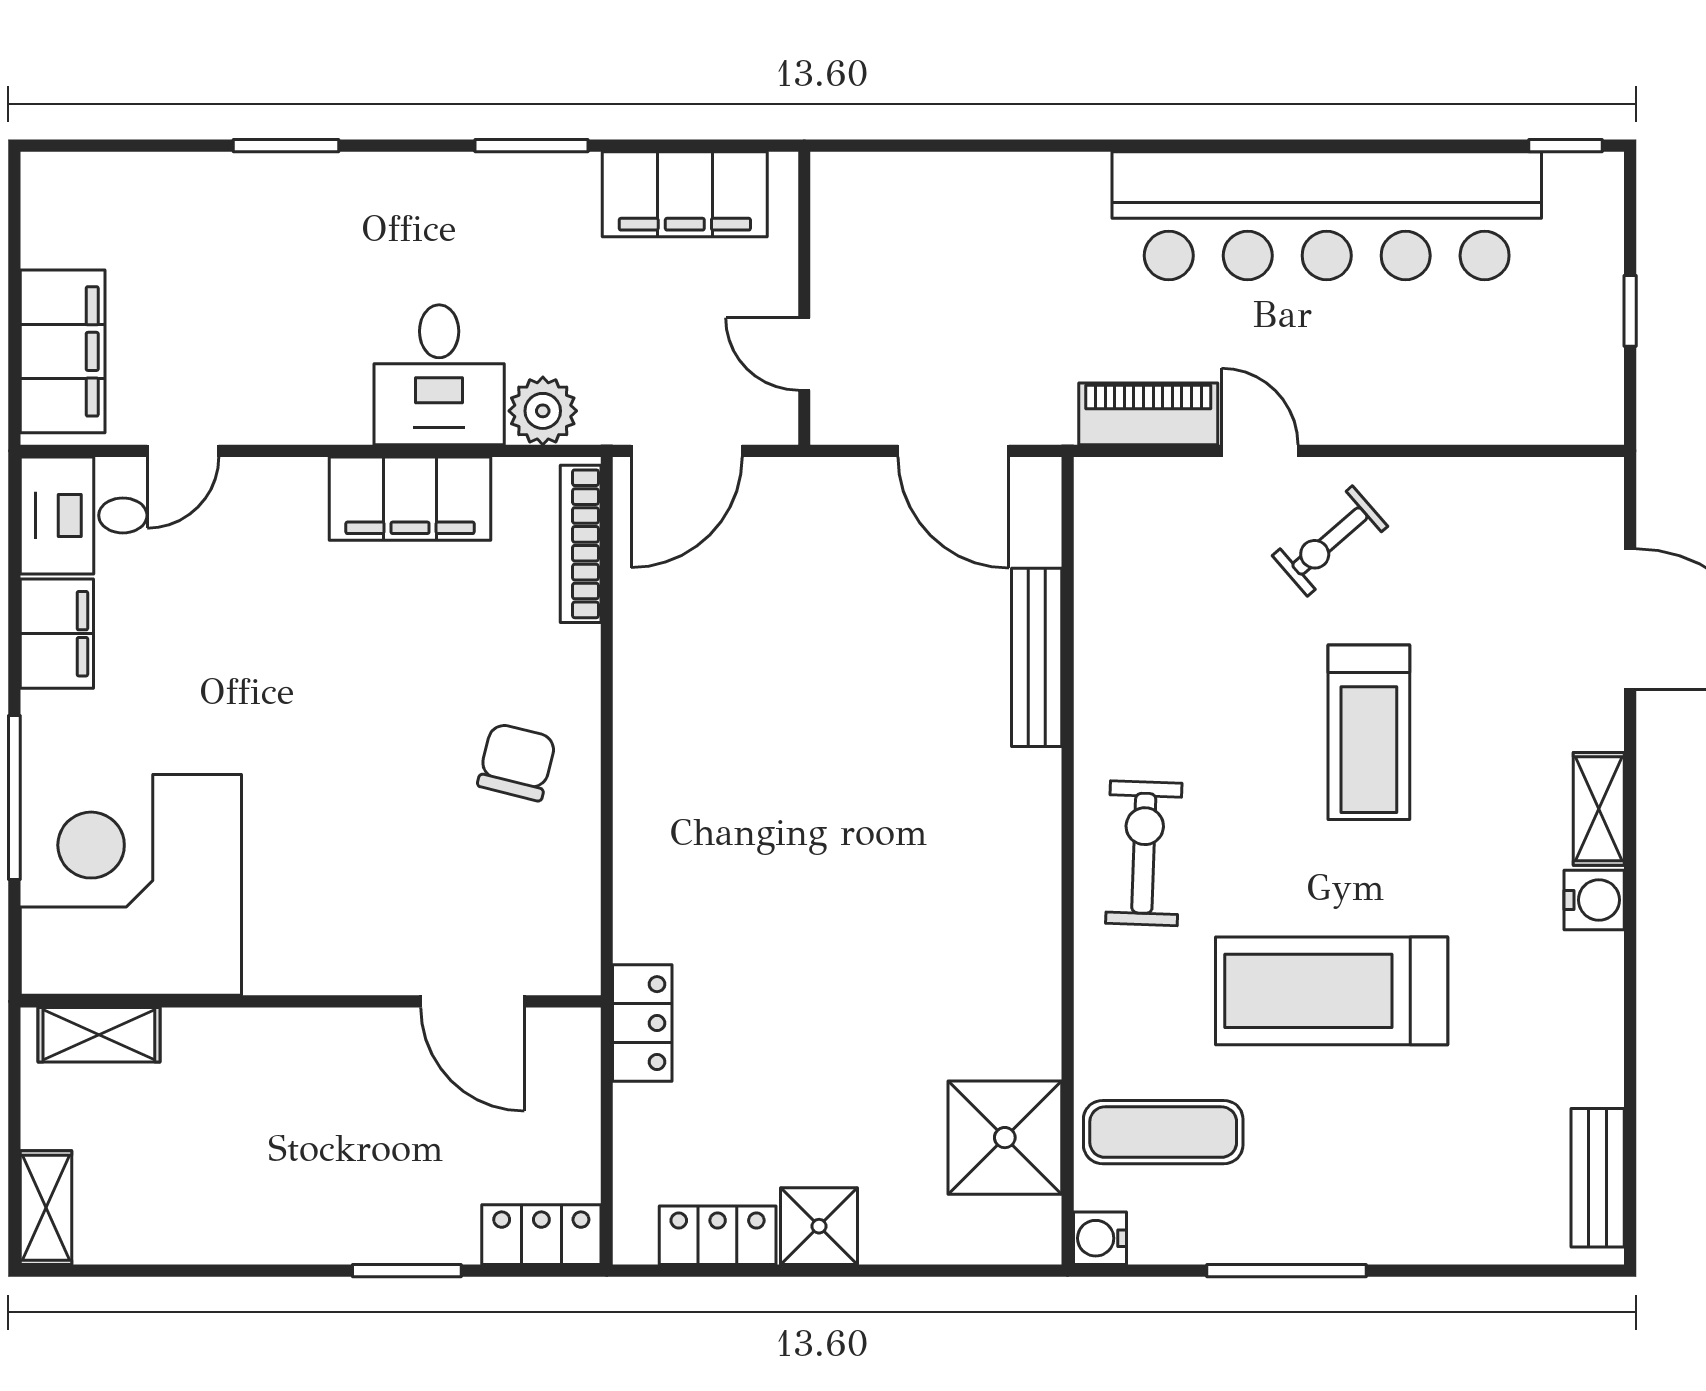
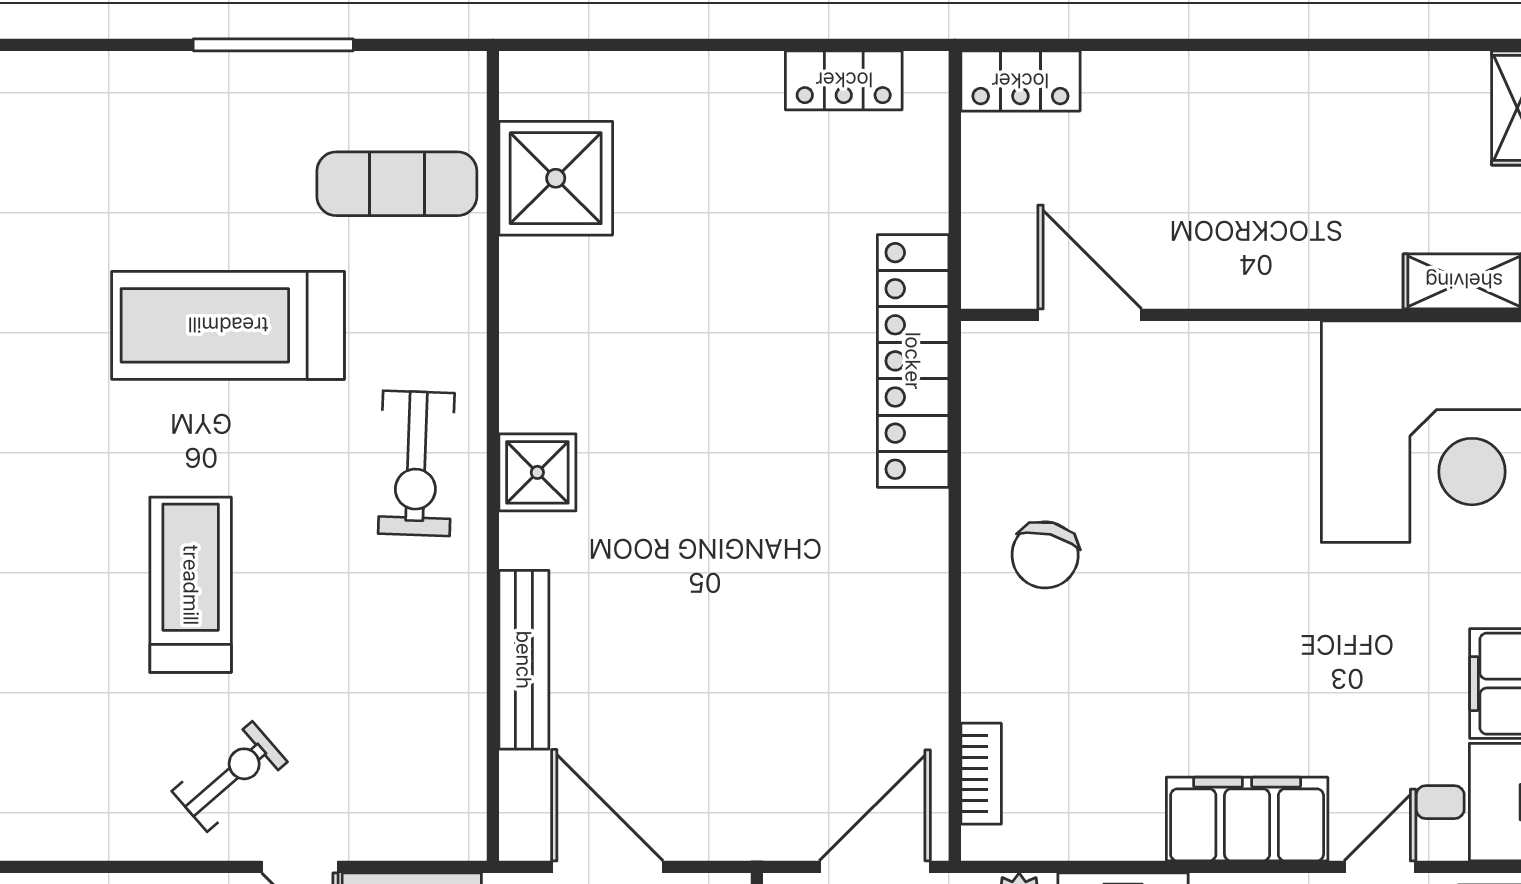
filing cabinet: (410, 499) -> (1247, 819), moved
bookcase: (581, 544) -> (981, 774), width x0.64
treadmill: (1332, 991) -> (228, 325), turned 180
locker: (642, 1023) -> (913, 361), width x2.16, depth x1.21
shower: (819, 1226) -> (537, 472), moved
water cooler: (1100, 1238) -> (460, 77), removed
window: (407, 1271) -> (1155, 45), removed

